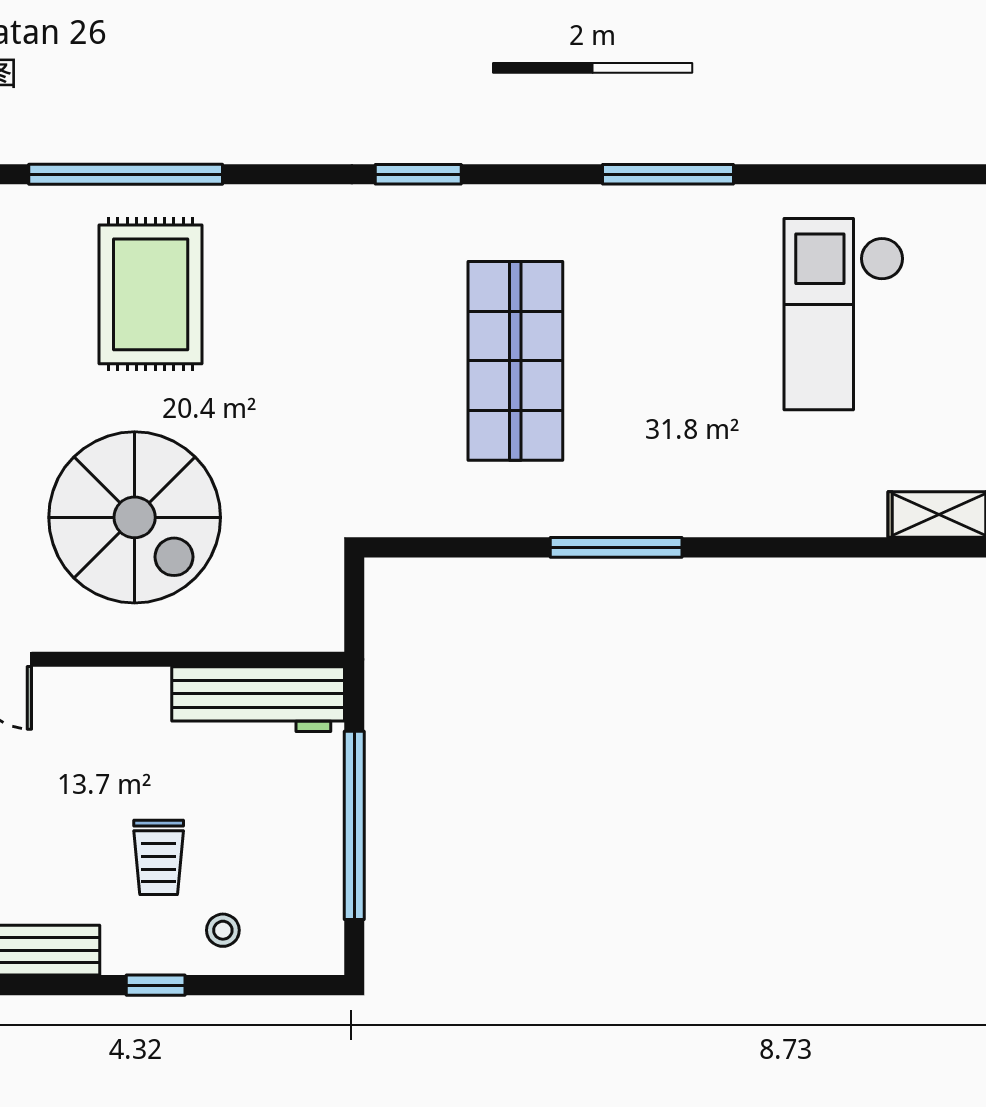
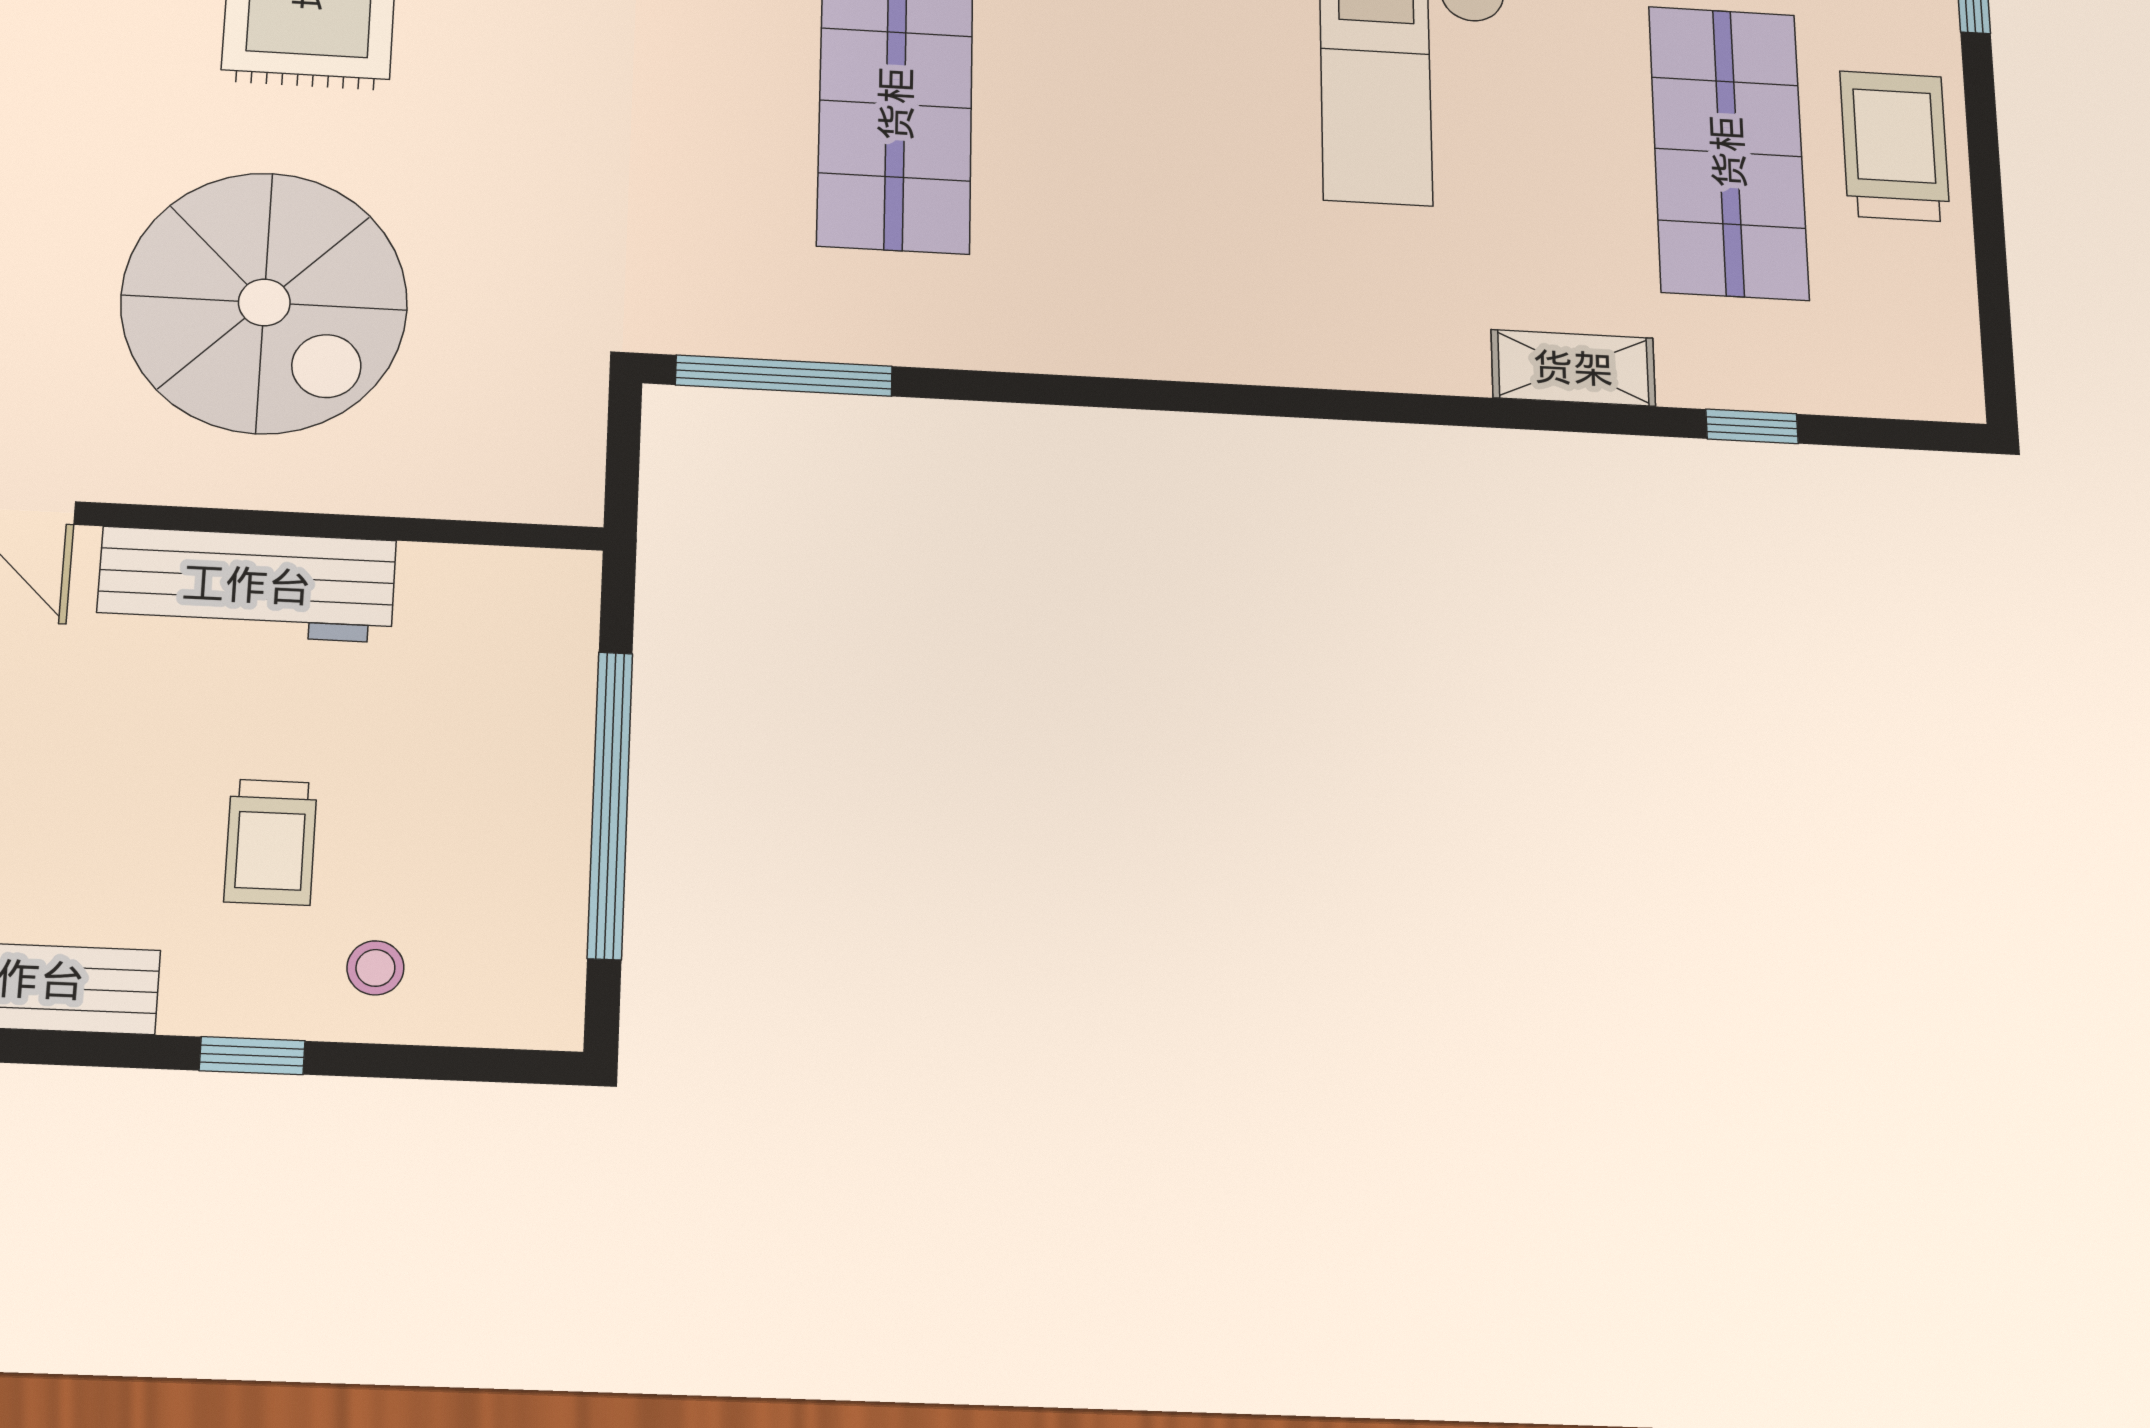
window: (616, 547) -> (784, 376), moved
workbench: (258, 699) -> (247, 585), moved

